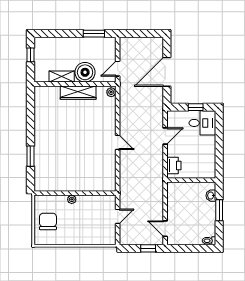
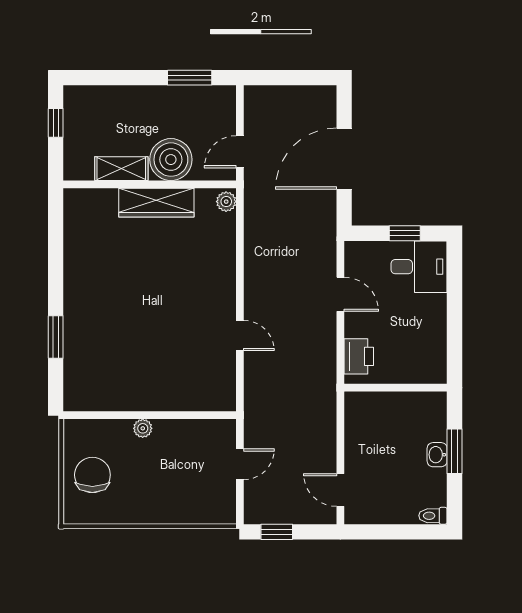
door: (165, 136) -> (340, 294), hinge flipped
door: (118, 142) -> (240, 335), moved
washbasin: (211, 196) -> (437, 455), moved
window: (148, 248) -> (277, 532), moved

